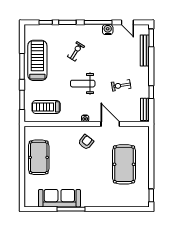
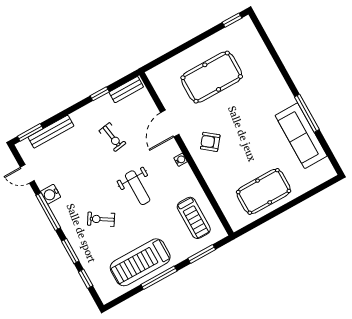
door: (127, 22) -> (27, 174), swing flipped

